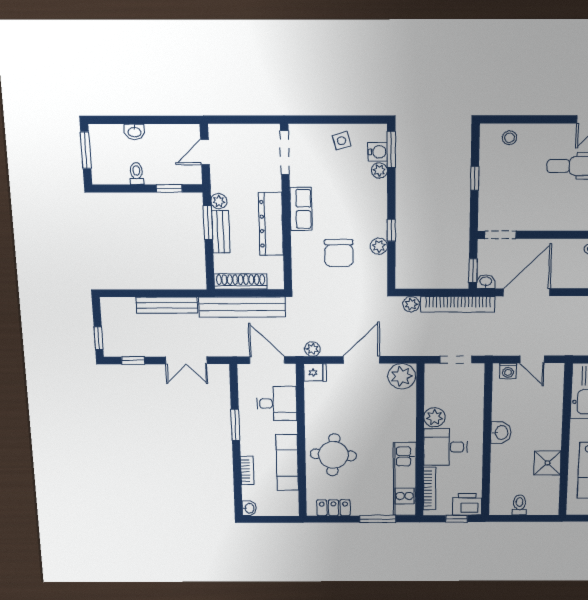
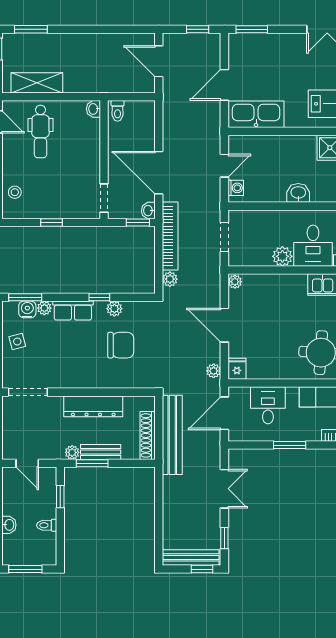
row of seats: (301, 209) -> (73, 311), moved, turned 180
bench: (167, 305) -> (191, 557), moved, turned 90
plant: (402, 376) -> (235, 282), width x0.53, depth x0.53

